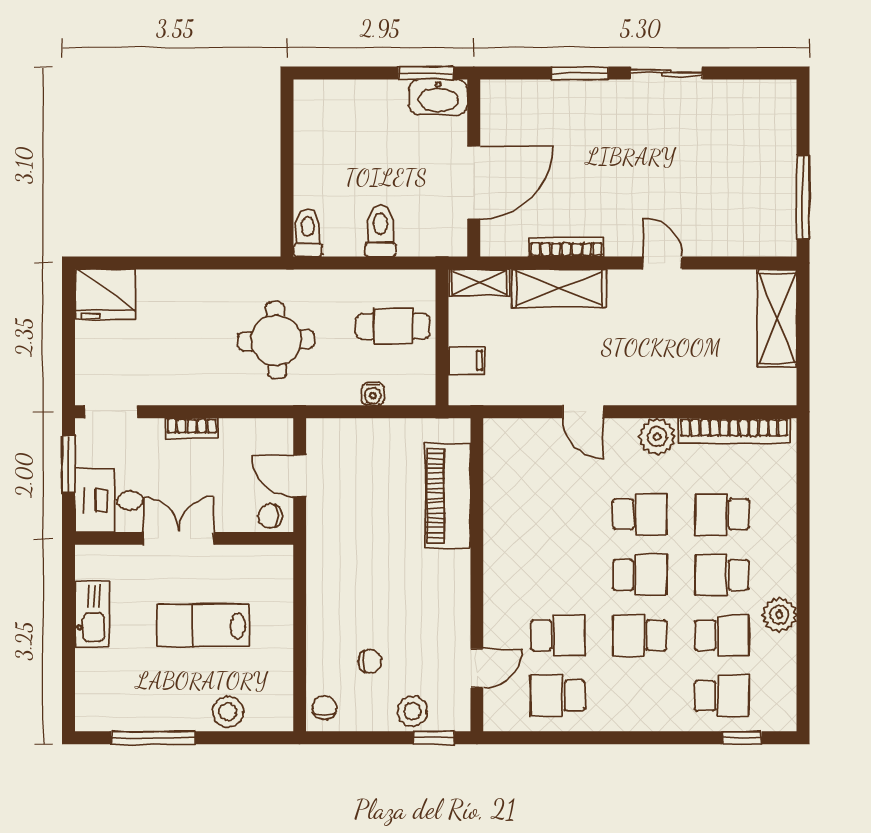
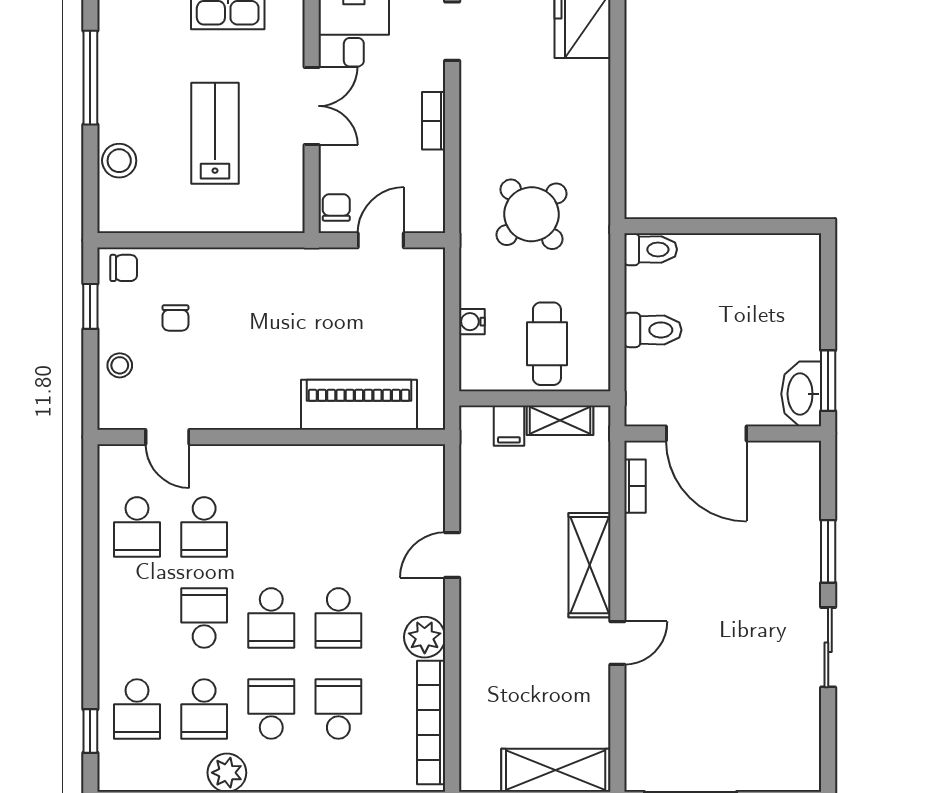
bookcase: (566, 247) -> (635, 486), moved, width x0.64
shelving: (480, 283) -> (560, 420), moved, turned 90
shelving: (559, 288) -> (589, 565), moved
round table: (276, 340) -> (532, 214), turned -38
school desk: (558, 696) -> (137, 527), turned 180
stool: (412, 711) -> (120, 365), width x0.73, depth x0.73
window: (434, 738) -> (90, 306), moved

